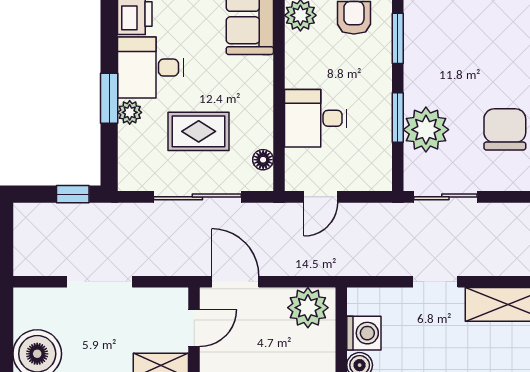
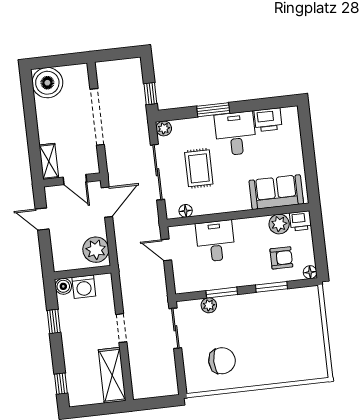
plant: (130, 112) -> (164, 128), moved
plant: (426, 130) -> (209, 305), width x0.53, depth x0.53
doorway: (100, 282) -> (97, 117), width x1.36

